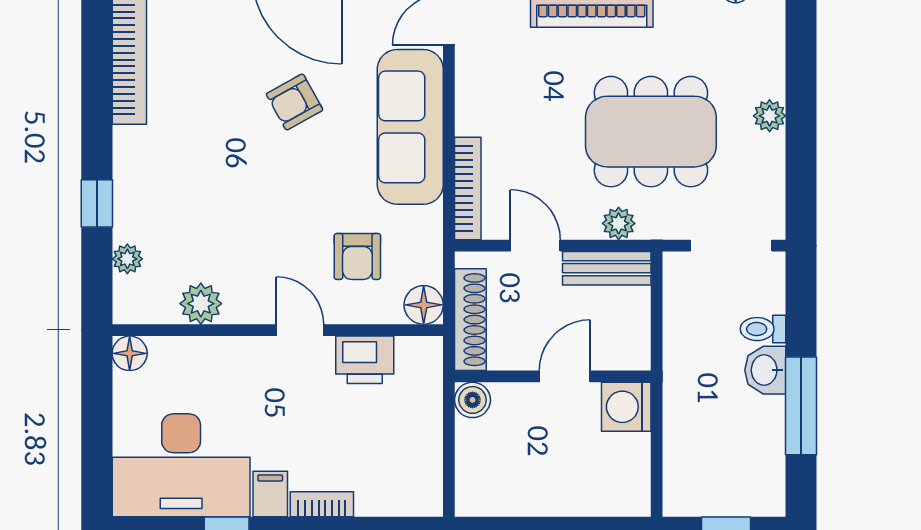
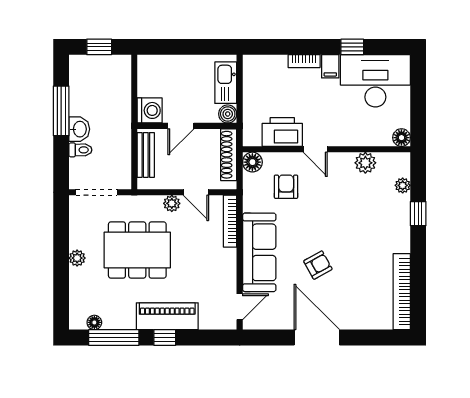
plant: (619, 223) -> (172, 203), moved
bench: (607, 268) -> (146, 155), moved, turned 90
printer: (365, 360) -> (282, 132), width x1.37, depth x1.19
kitchen sink: (476, 462) -> (226, 83), added

